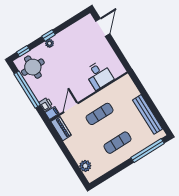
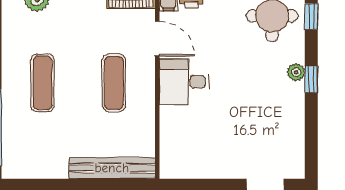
desk: (99, 75) -> (184, 82), moved
bench: (148, 114) -> (112, 168), moved

